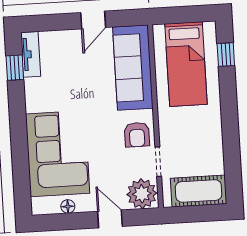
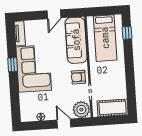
window: (15, 68) -> (13, 65), moved
armchair: (137, 135) -> (78, 77), turned 90
corner sofa: (58, 154) -> (34, 69), moved

